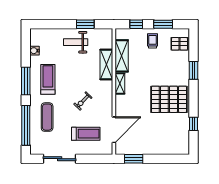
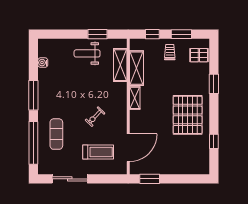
shelving: (106, 65) -> (120, 65), moved
treadmill: (48, 79) -> (57, 93), removed
pallet: (169, 99) -> (188, 115), turned 90

